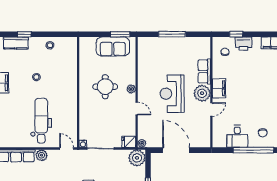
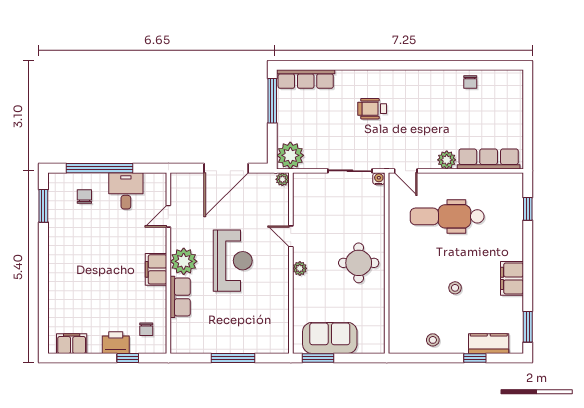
round table: (105, 87) -> (359, 263), moved
door: (211, 109) -> (168, 216), moved
dental chair: (41, 121) -> (447, 216), turned 90
fridge: (129, 142) -> (304, 182), removed
door: (176, 150) -> (226, 168), hinge flipped

